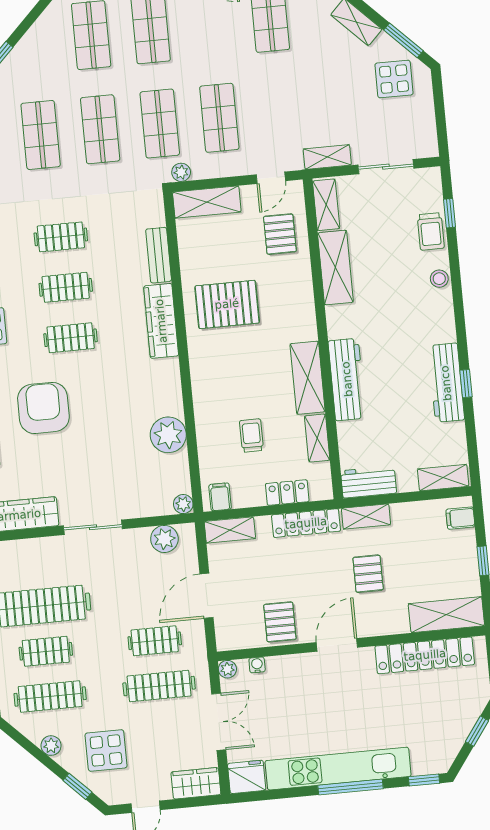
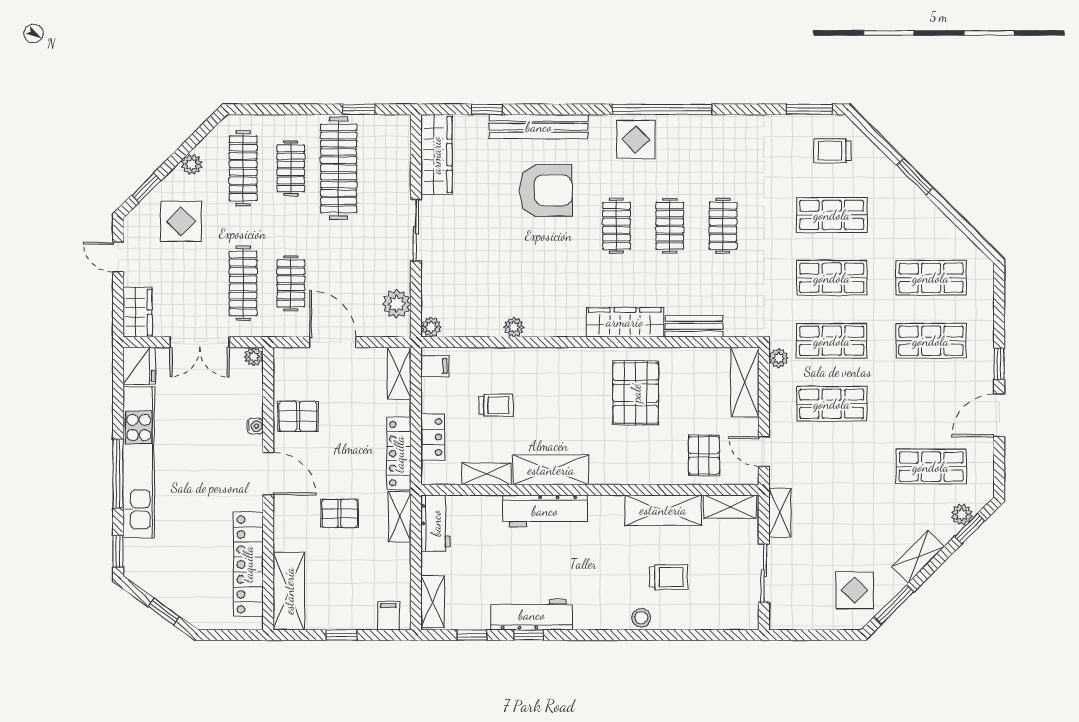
window: (450, 213) -> (472, 635), moved
trolley: (431, 231) -> (668, 577), moved, turned 180
pallet: (280, 234) -> (704, 455), turned 90
plant: (168, 435) -> (514, 327), width x0.53, depth x0.53
water cooler: (257, 665) -> (255, 426), moved

